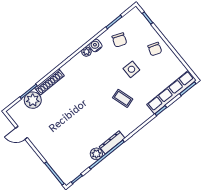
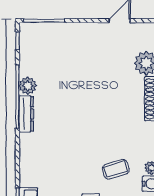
coffee table: (123, 98) -> (116, 169), moved

